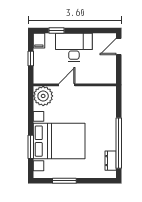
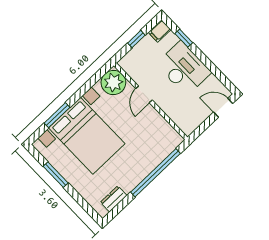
door: (67, 85) -> (144, 94), swing flipped
window: (119, 143) -> (155, 173), moved

